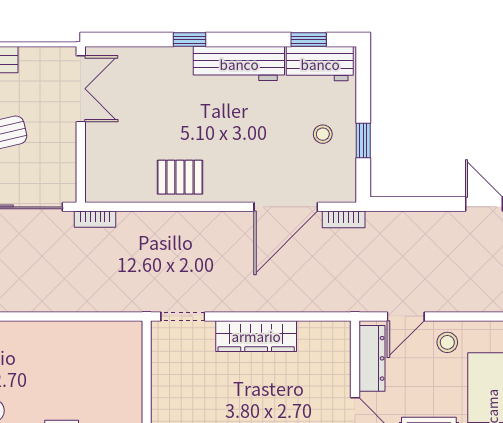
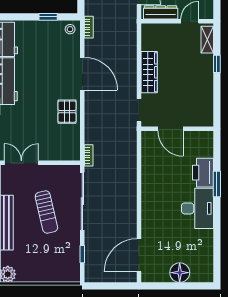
stool: (323, 134) -> (70, 29), moved
door: (286, 207) -> (82, 74), moved
door: (147, 378) -> (171, 129), added

